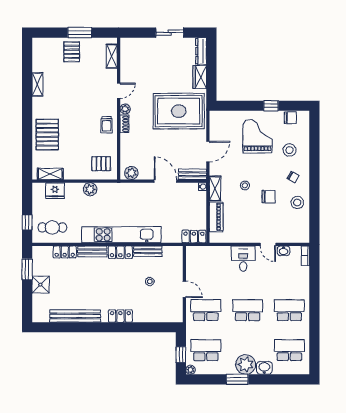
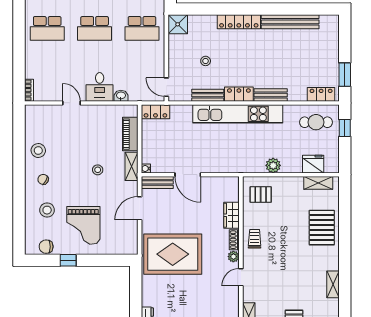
wardrobe: (200, 77) -> (232, 215), moved, turned 180
plant: (131, 173) -> (226, 184), removed
chair: (268, 197) -> (71, 157), removed
washbasin: (284, 251) -> (121, 96), moved
locker: (65, 252) -> (321, 94), moved
shower: (41, 285) -> (178, 24), moved
door: (184, 289) -> (166, 87), moved
locker: (120, 316) -> (239, 22), width x1.53

